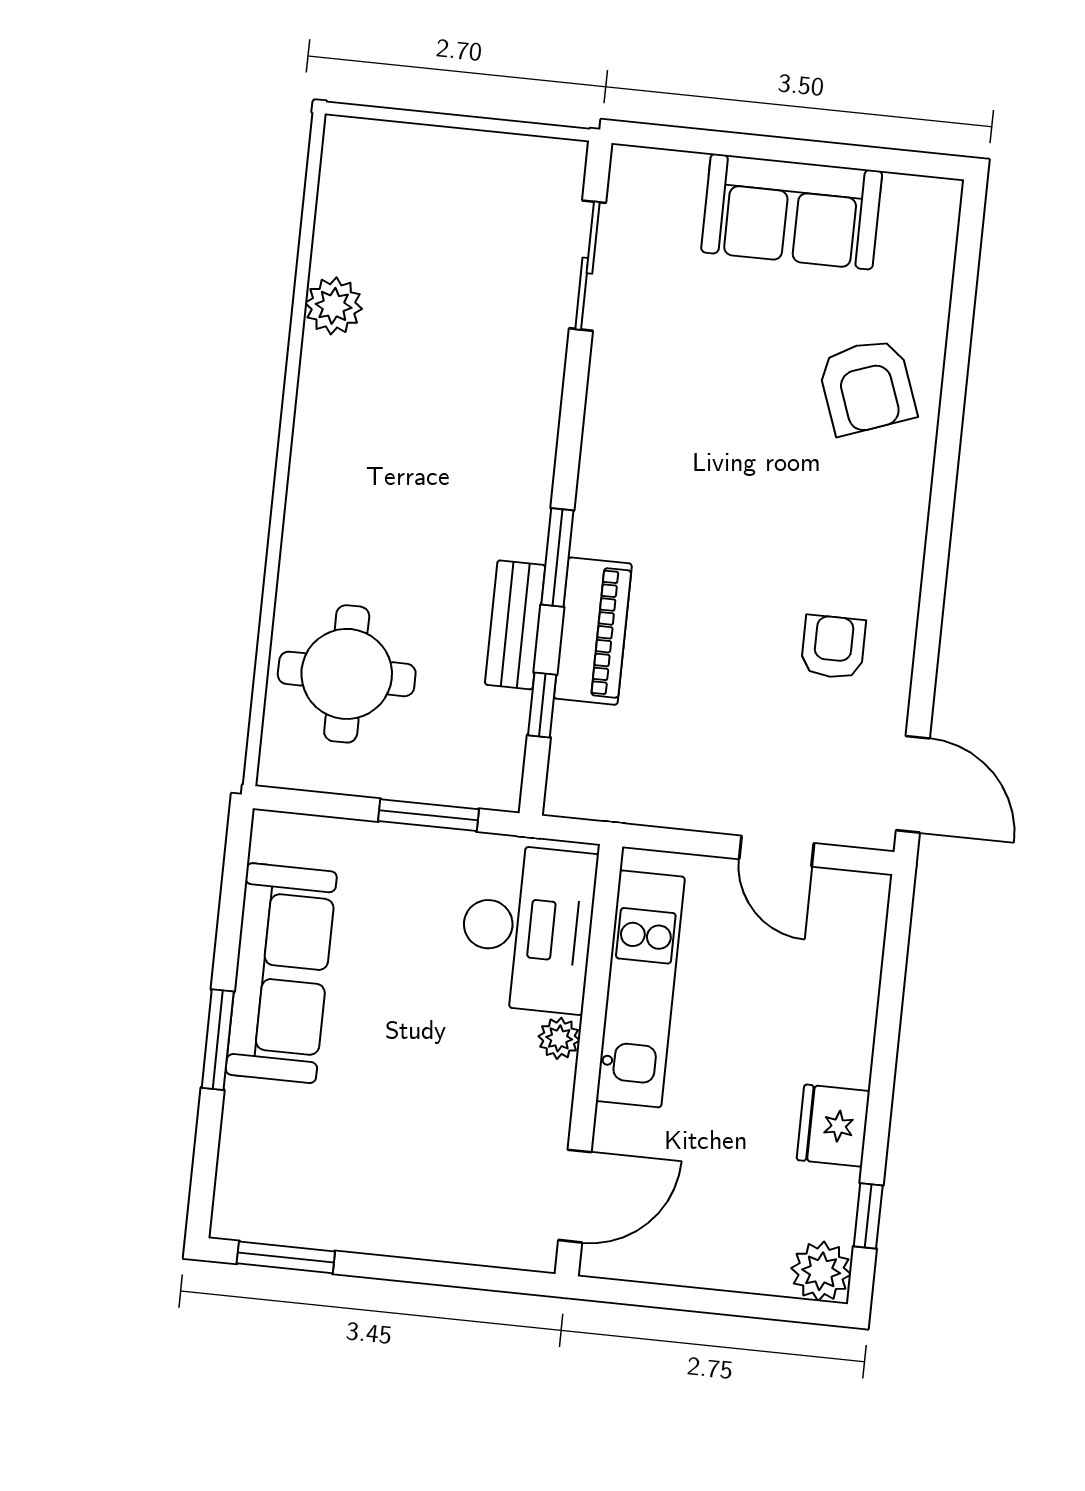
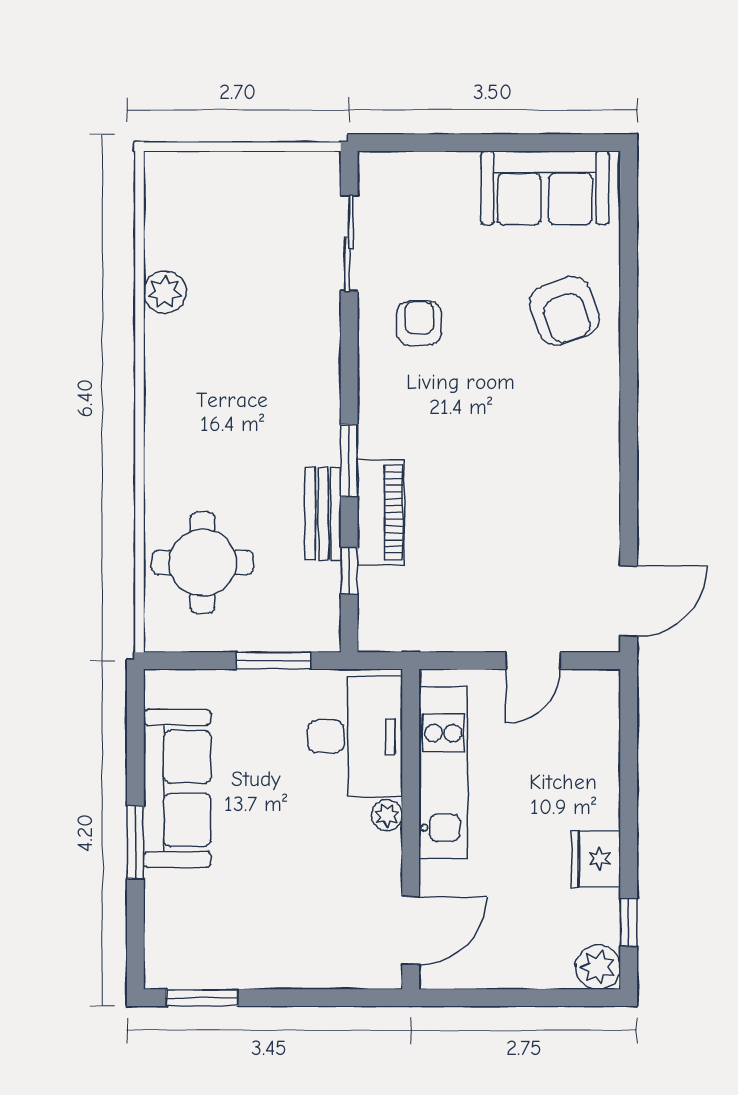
sofa: (792, 212) -> (545, 188), moved
armchair: (833, 647) -> (419, 323), moved
door: (913, 784) -> (629, 601), hinge flipped
door: (777, 851) -> (533, 661), hinge flipped

